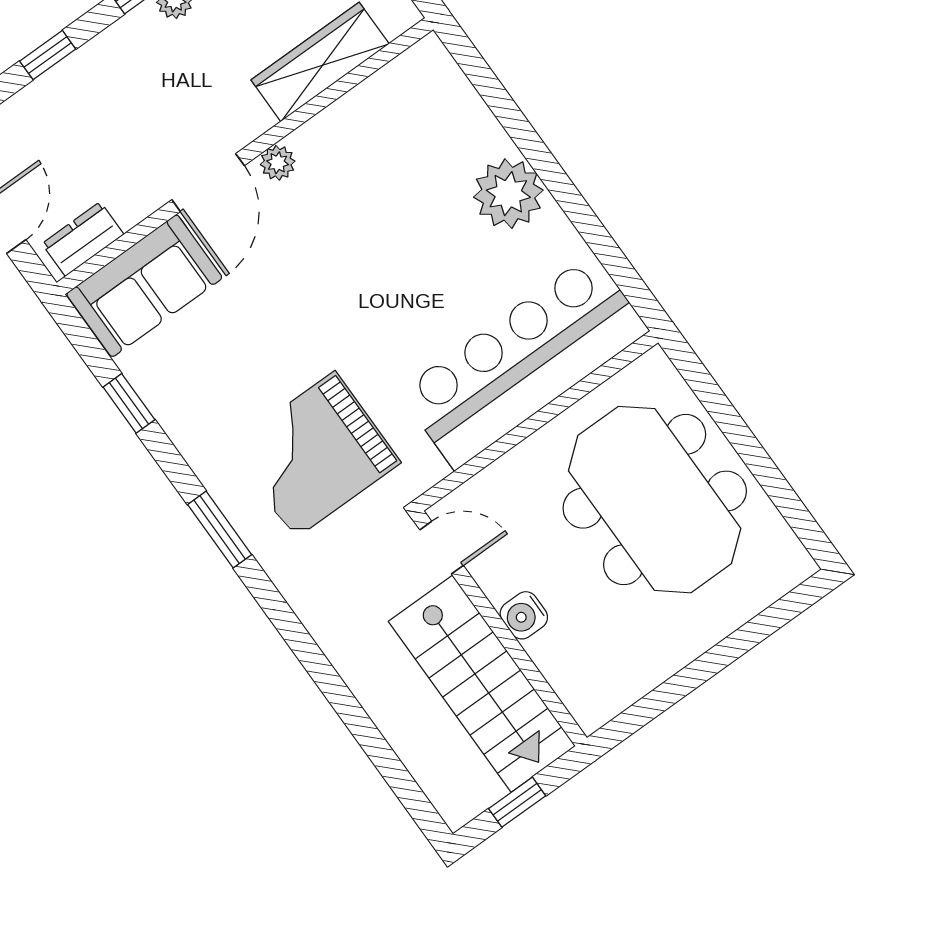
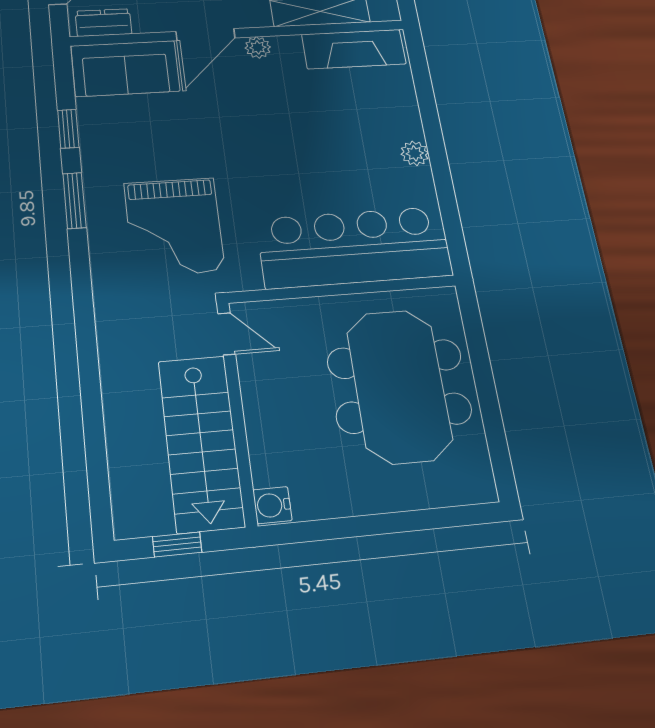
fireplace: (390, 95) -> (354, 49), added
plant: (508, 194) -> (415, 153), width x0.53, depth x0.53
grand piano: (315, 455) -> (174, 227), turned -90
window: (220, 530) -> (74, 201), moved
water cooler: (524, 615) -> (272, 505), moved

